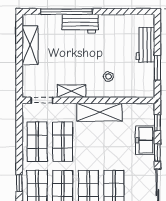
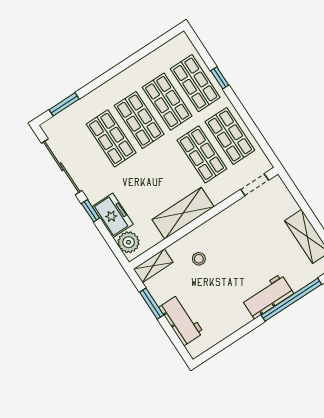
shelving: (71, 91) -> (153, 266), moved
plant: (146, 116) -> (129, 242), added
window: (157, 123) -> (112, 243), removed

